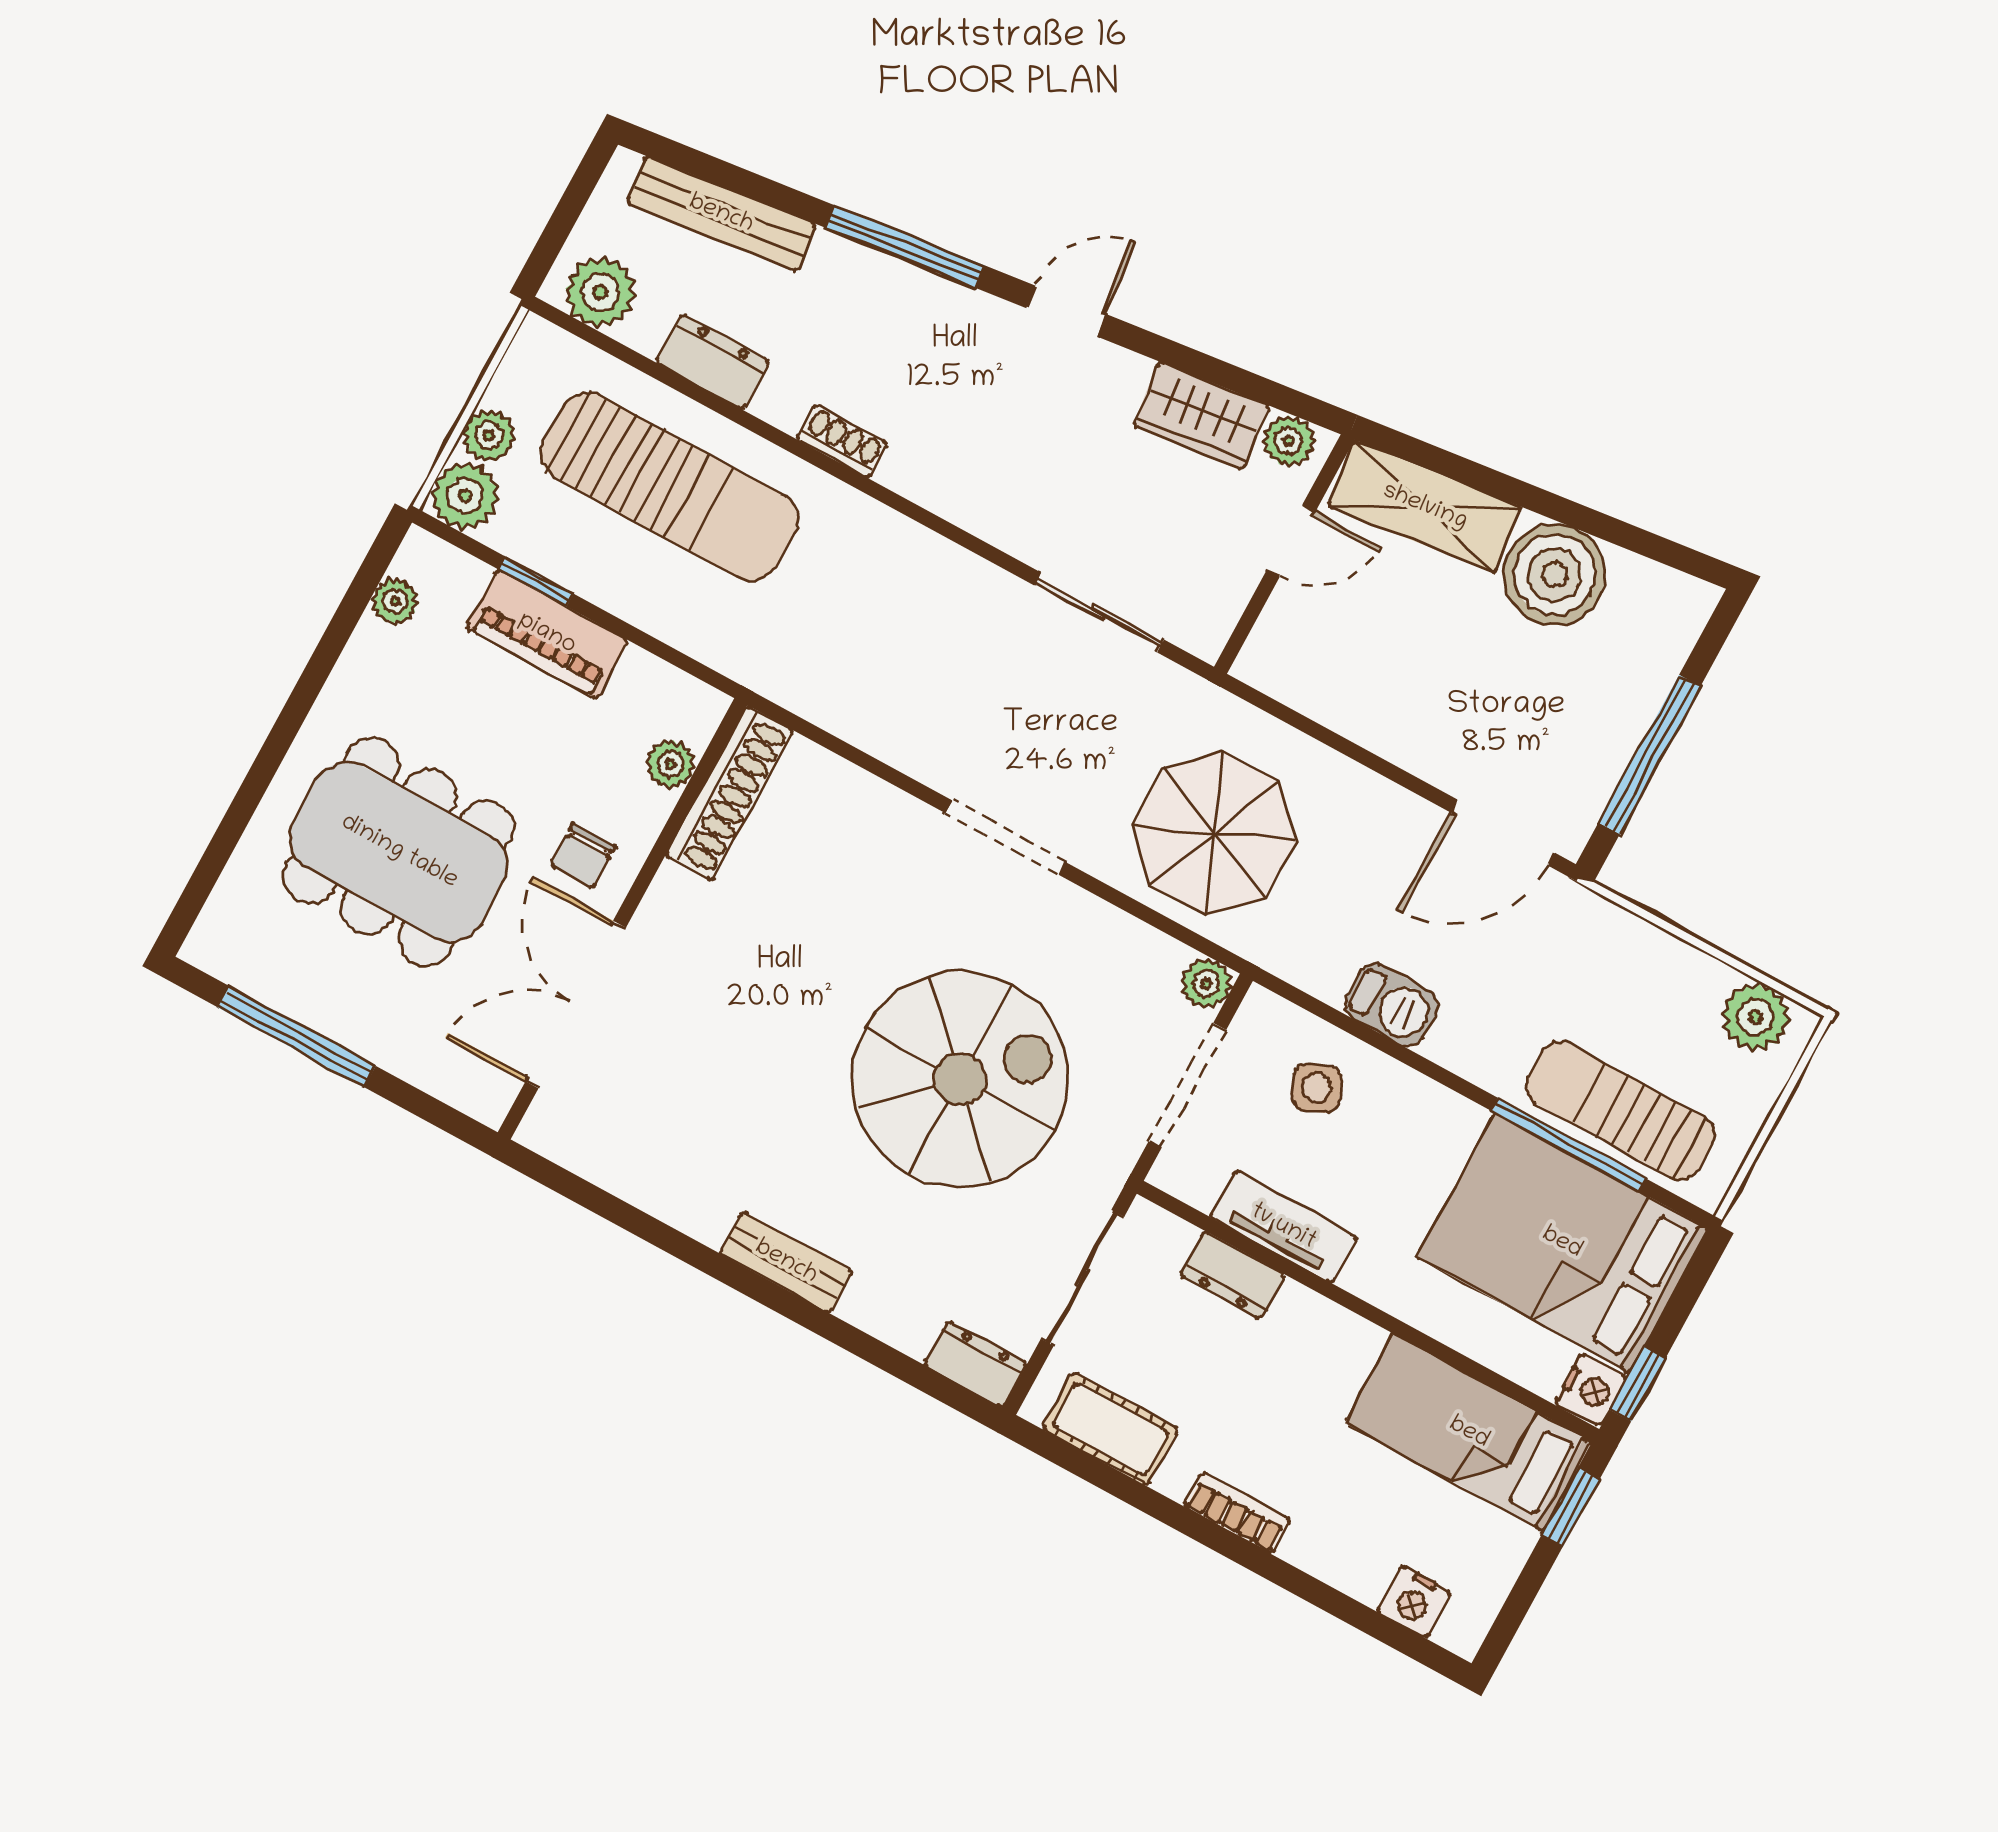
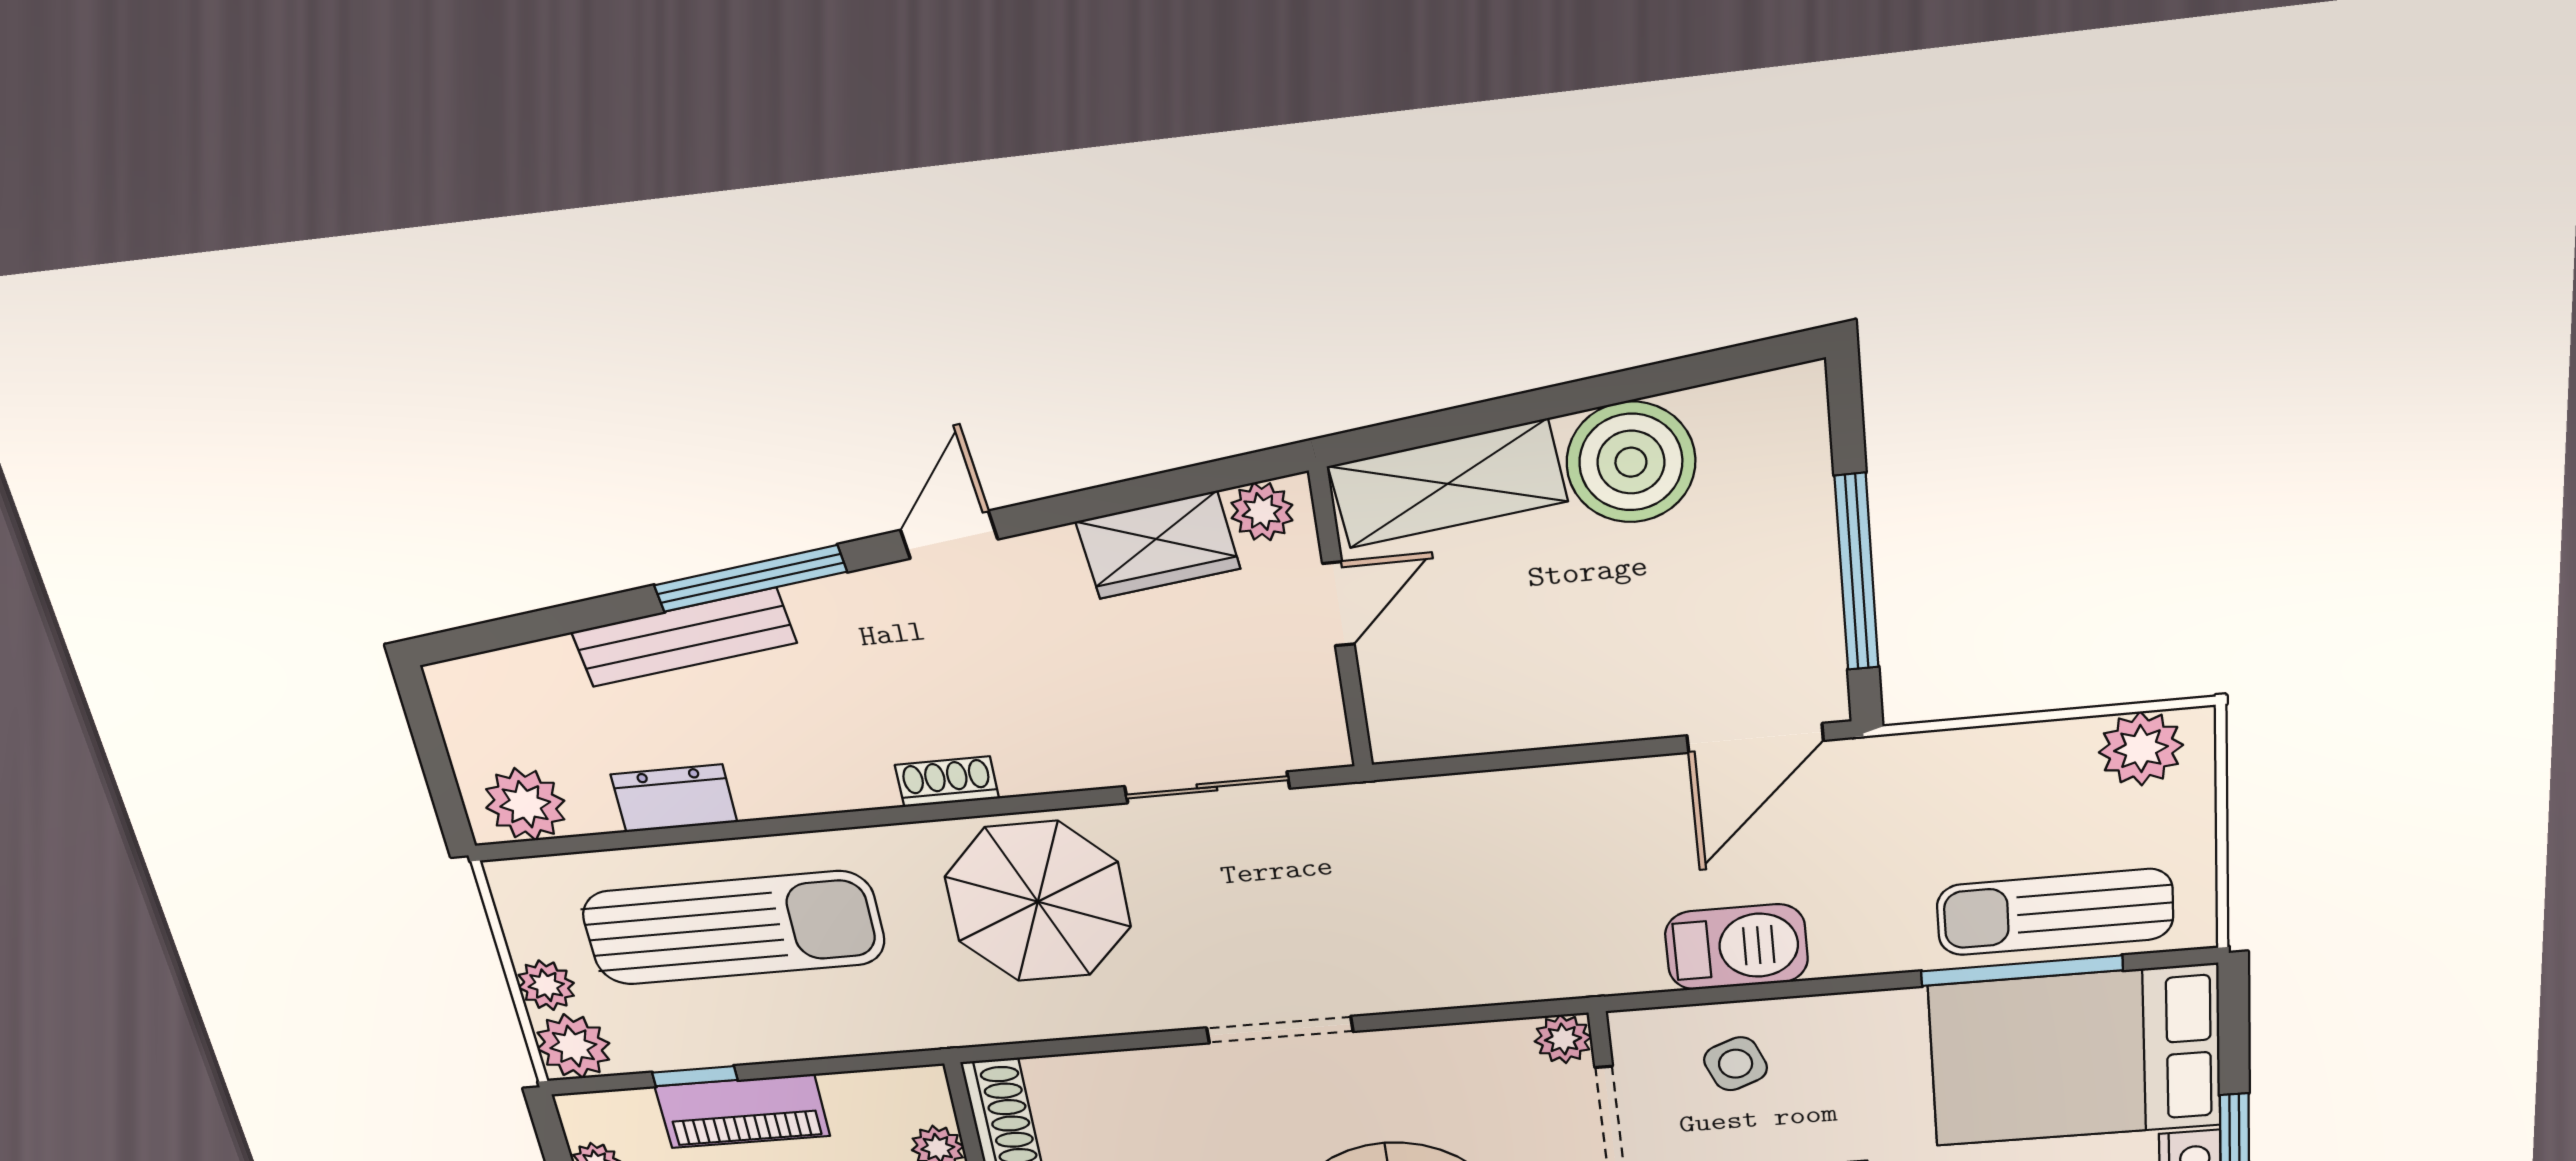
bench: (721, 214) -> (684, 637), moved
shoe rack: (842, 441) -> (947, 782), moved
parasol: (1214, 833) -> (1038, 902), moved
barbecue: (1392, 1005) -> (1736, 947), width x1.38, depth x1.27

